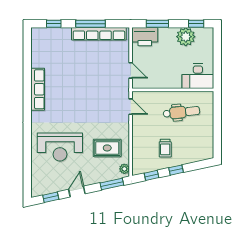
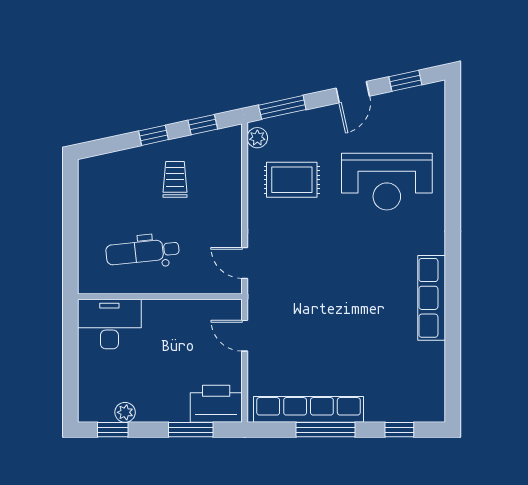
plant: (186, 37) -> (125, 412), width x0.53, depth x0.53
reception desk: (60, 147) -> (387, 182), turned 180

